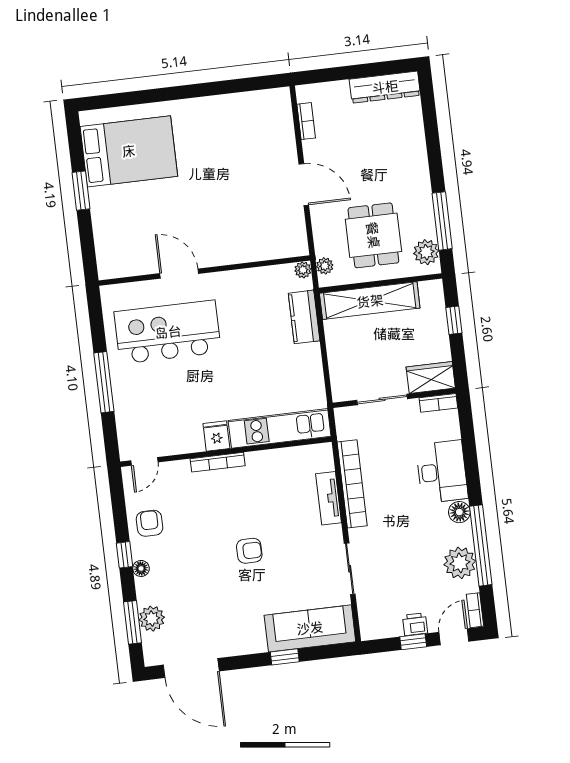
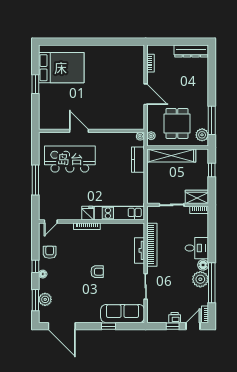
desk: (442, 472) -> (197, 248), width x0.73
plant: (460, 563) -> (200, 279), moved

